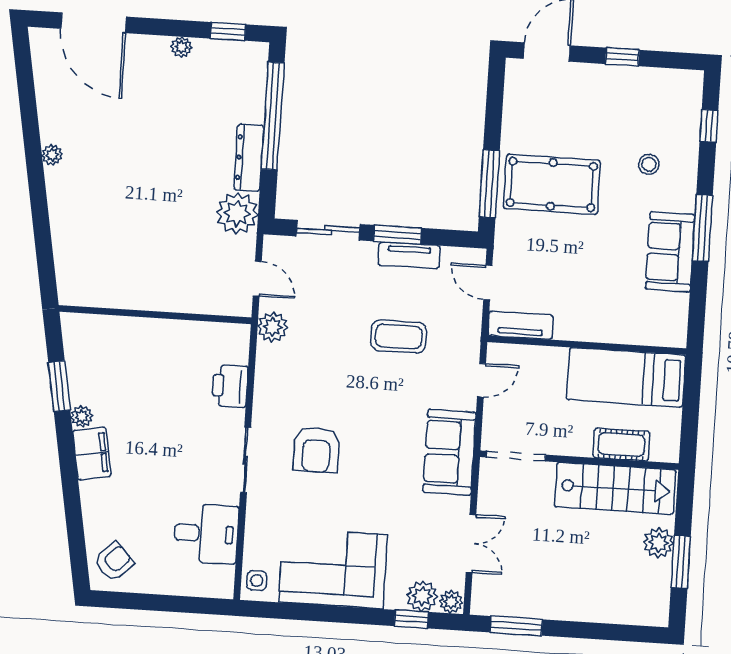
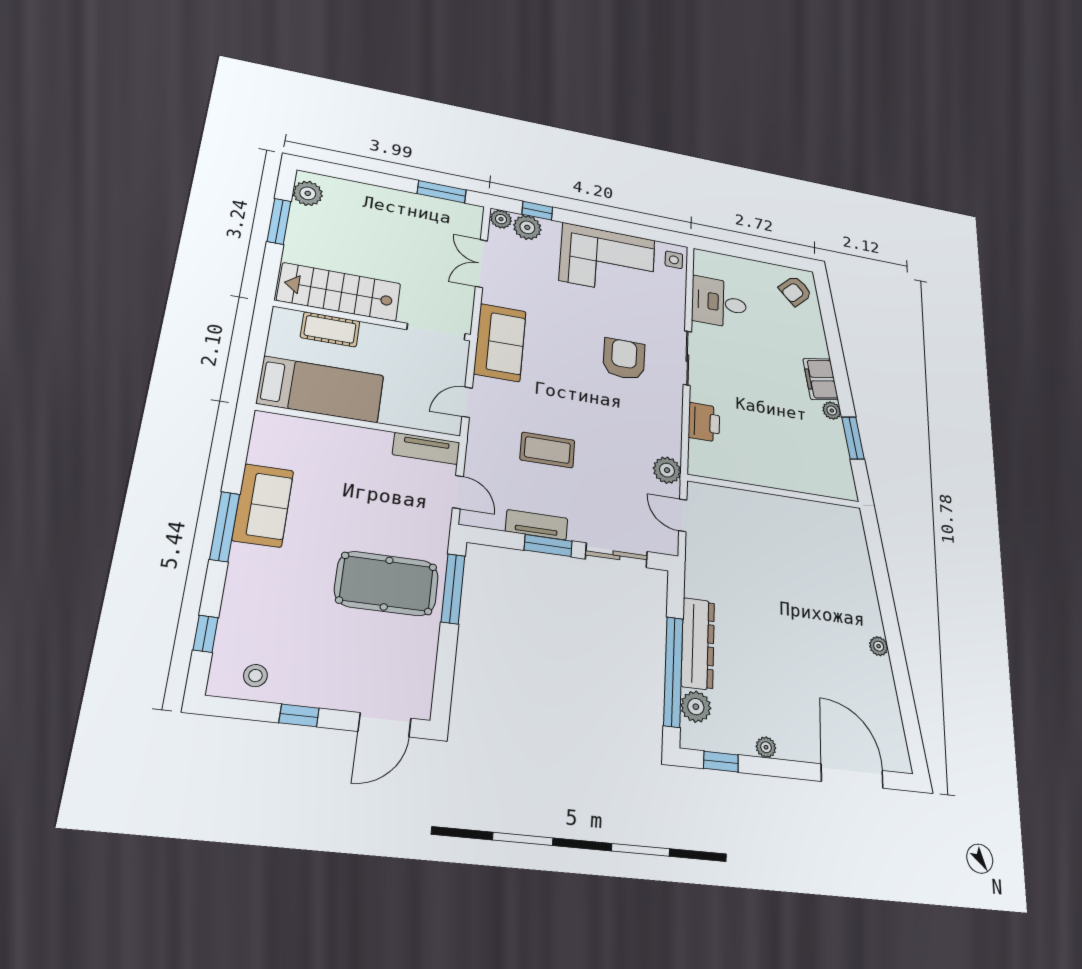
dresser: (249, 158) -> (698, 644), width x1.37, depth x1.24
stool: (649, 164) -> (255, 676), moved
plant: (237, 213) -> (696, 707), moved, width x0.73, depth x0.73
plant: (659, 543) -> (308, 193), moved

